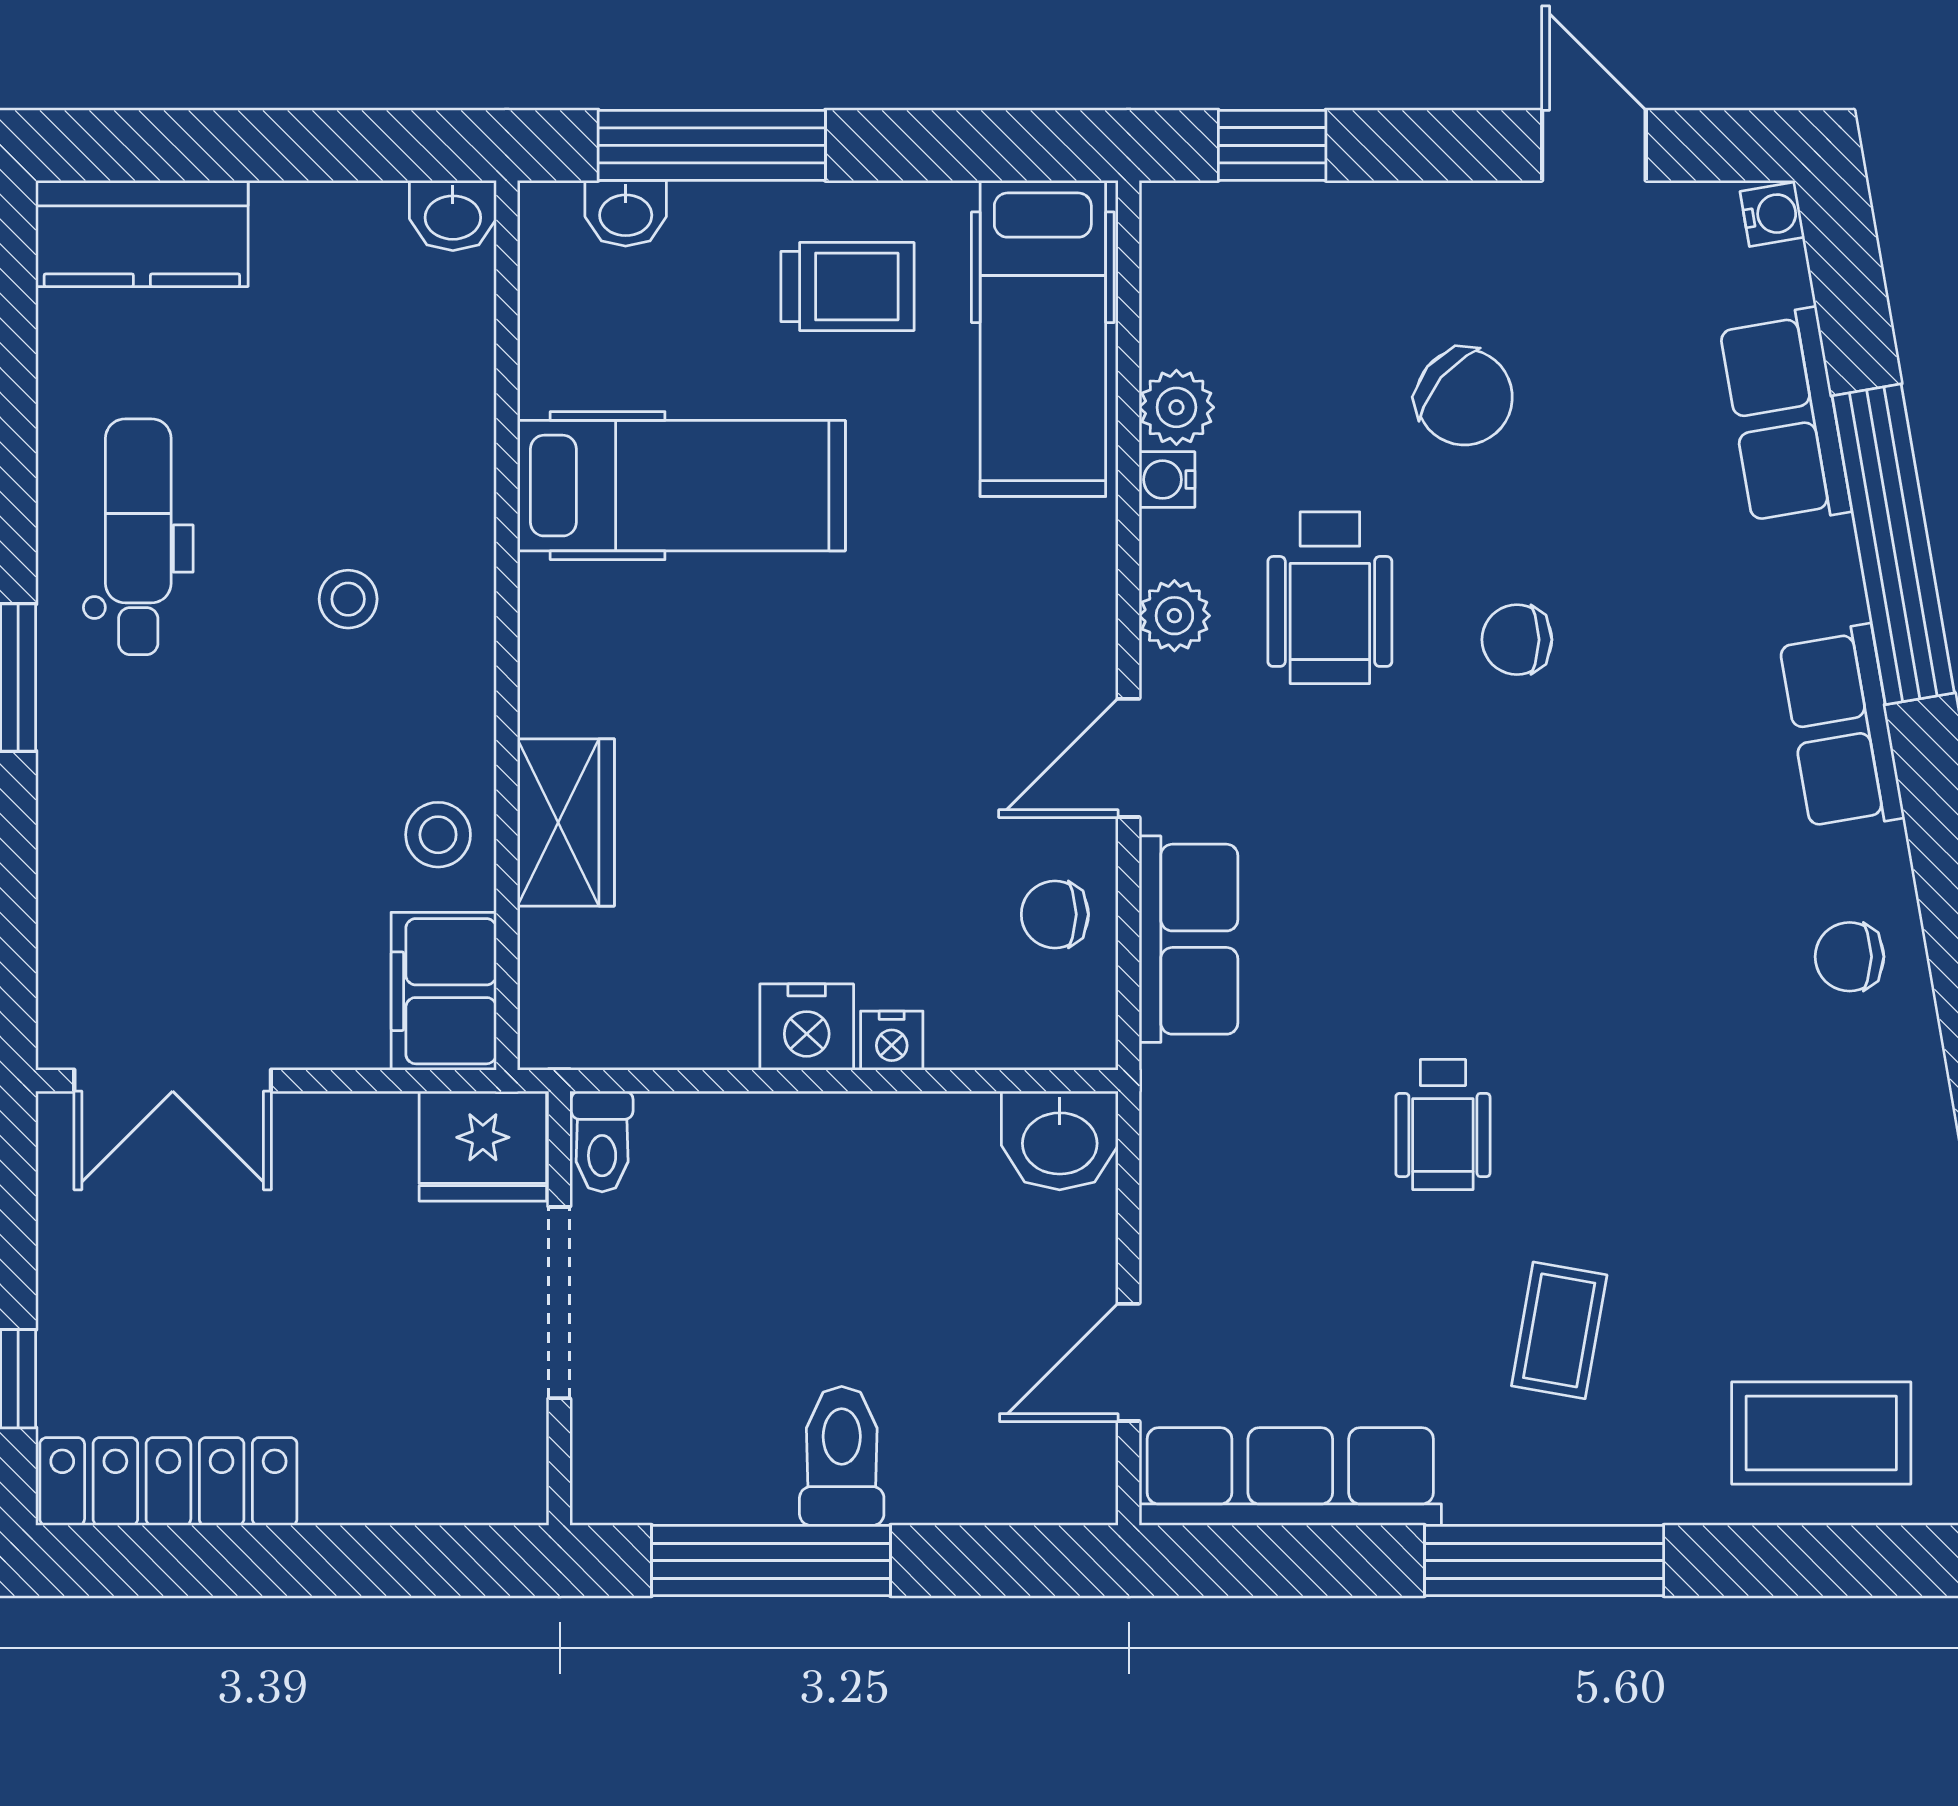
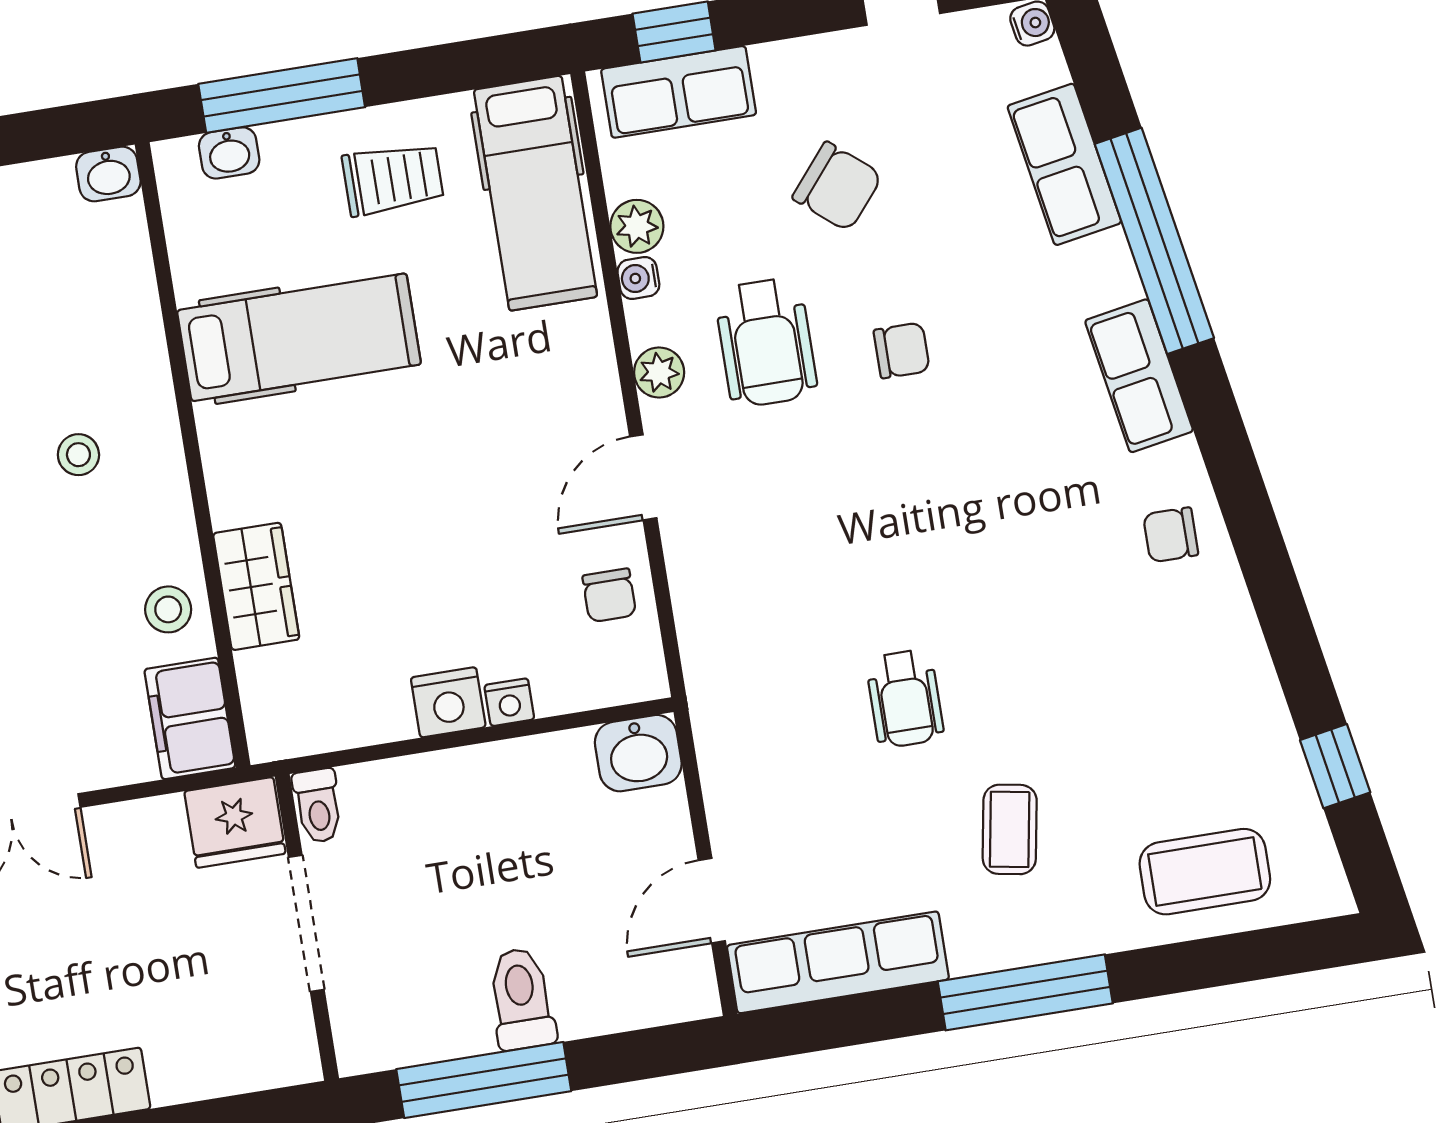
chair: (1517, 640) -> (902, 350), turned 180
chair: (1055, 914) -> (609, 595), turned -90
row of seats: (1189, 939) -> (679, 92), moved, turned 90

